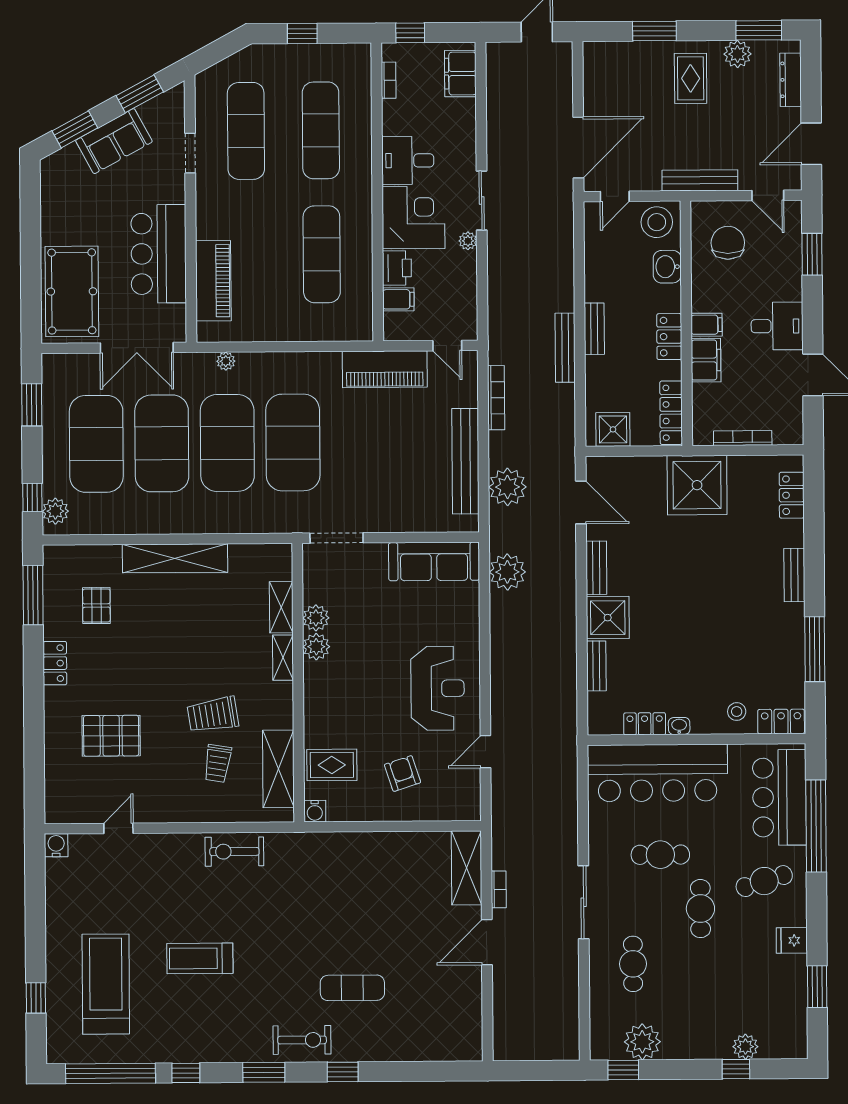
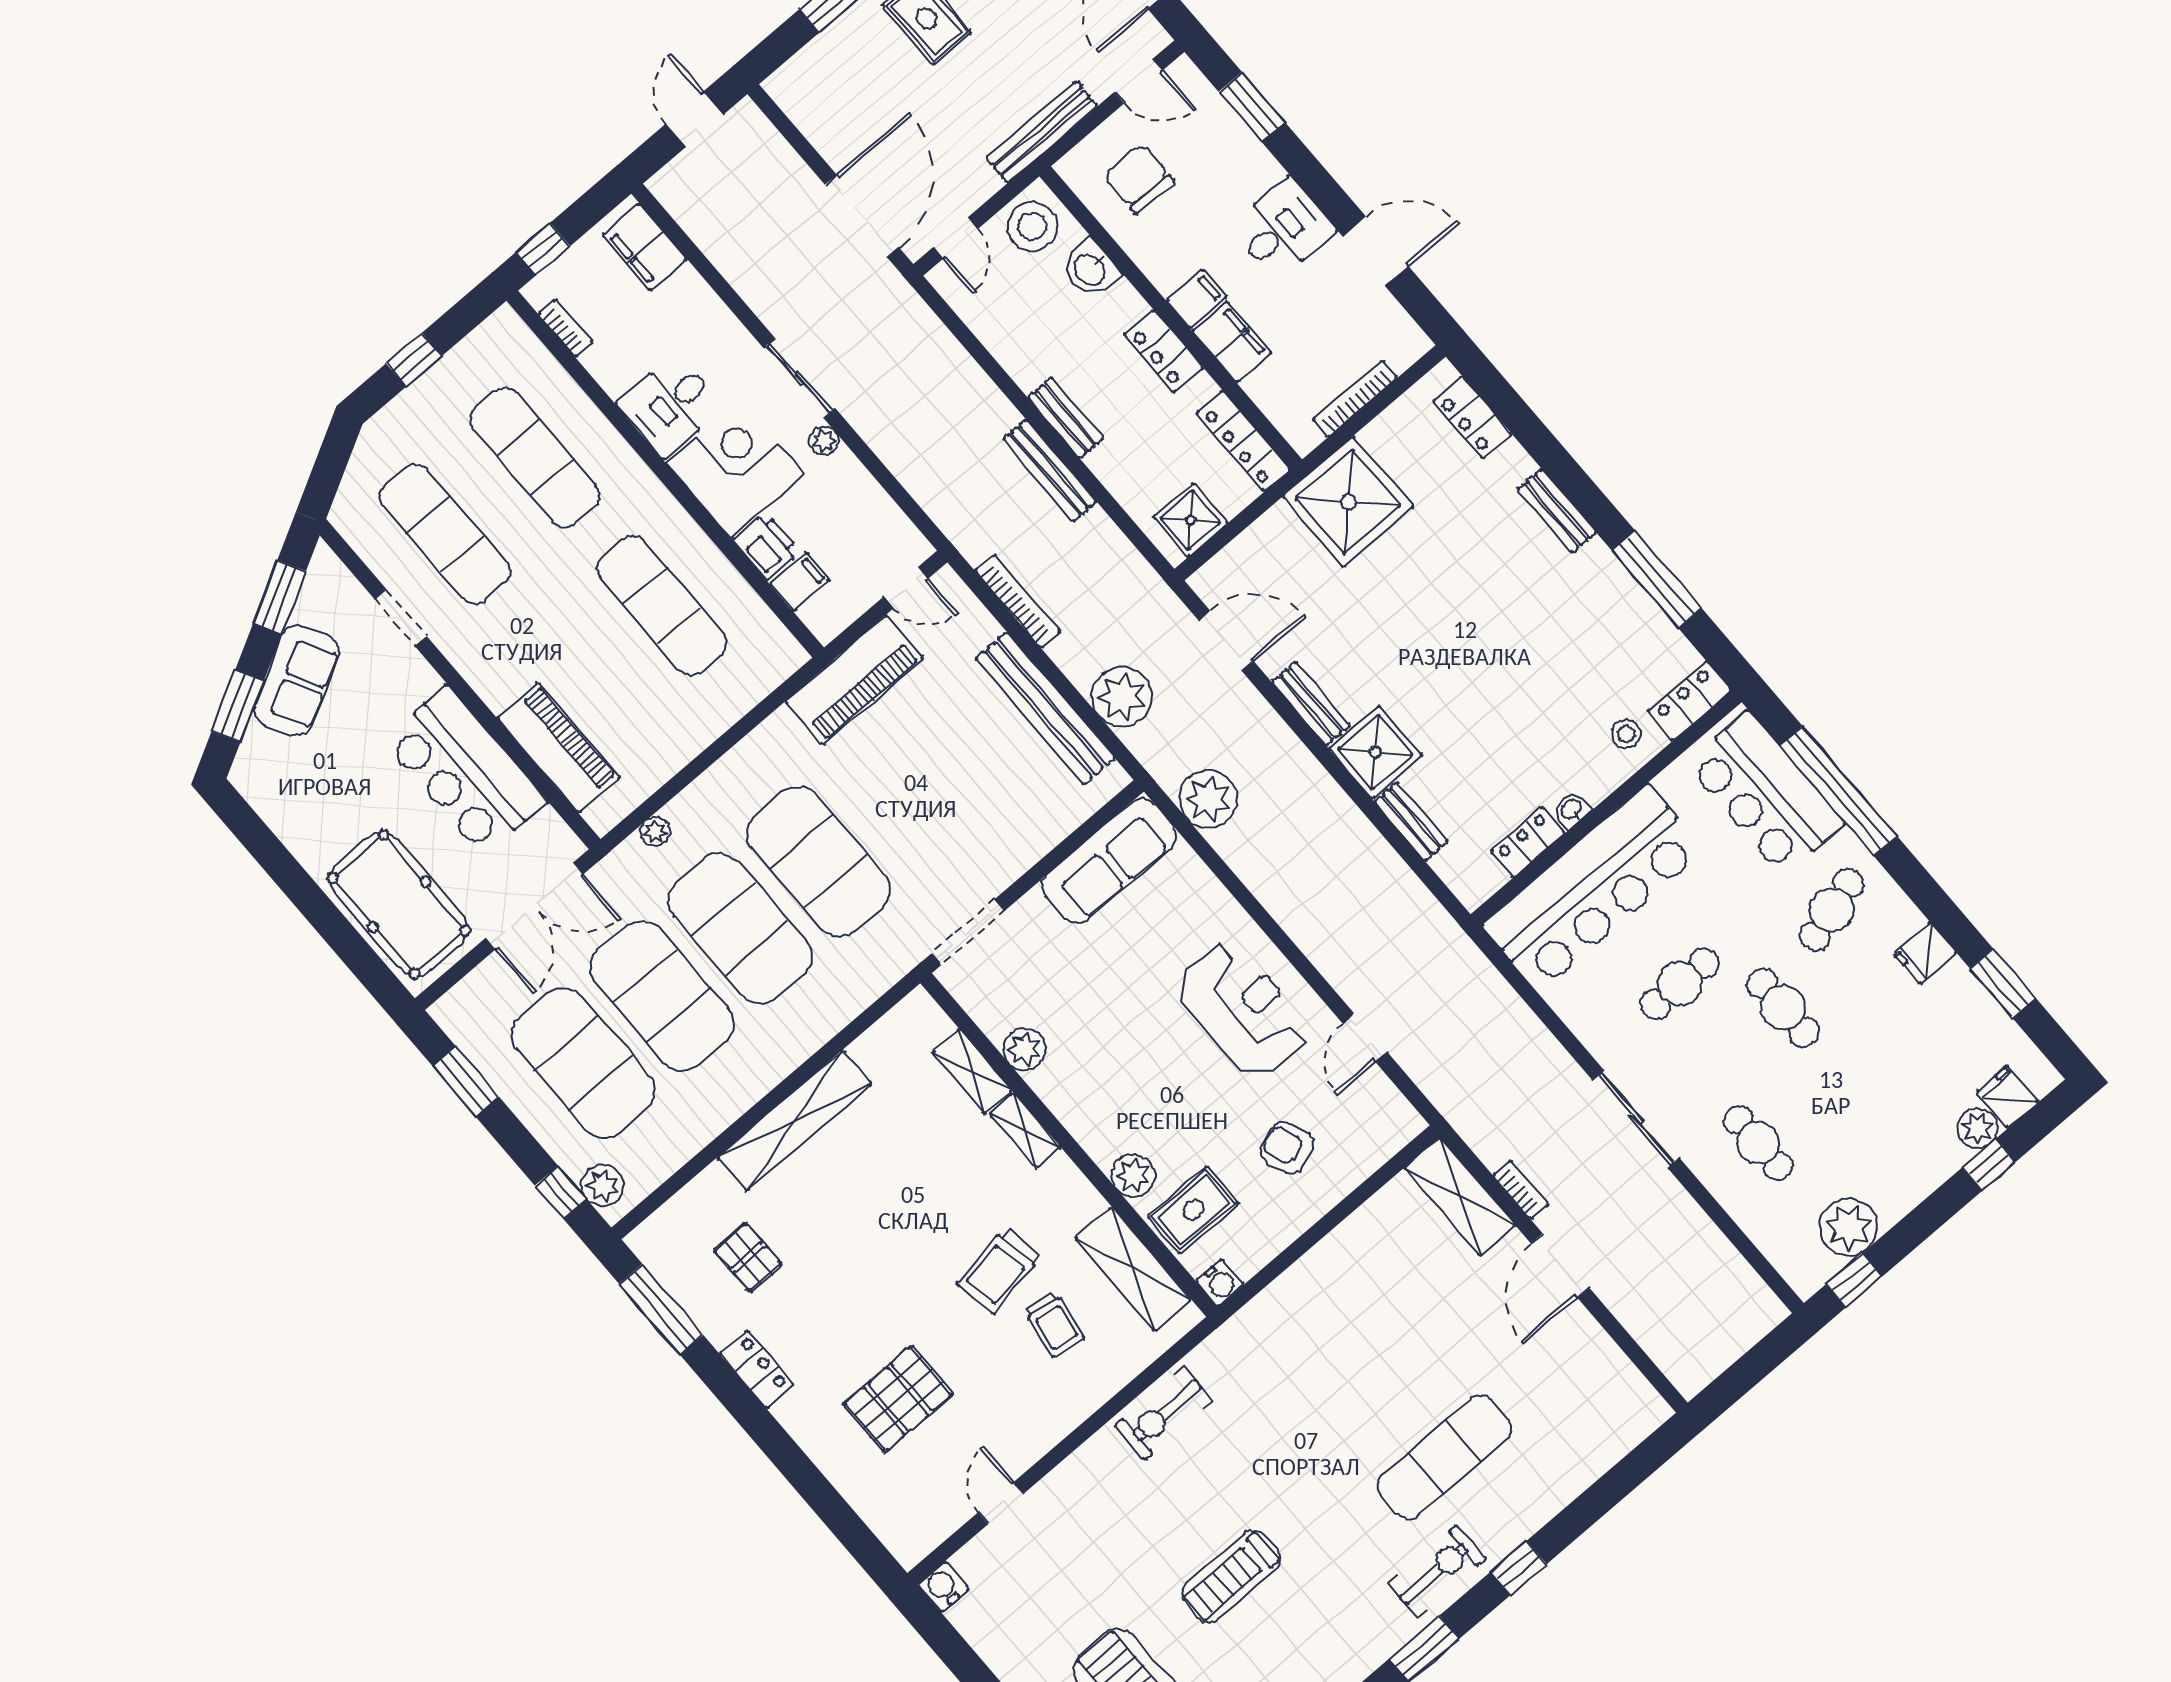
plant: (316, 647) -> (1133, 1176), moved
exercise mat: (352, 988) -> (1445, 1457), width x1.36, depth x1.45
fridge: (773, 1044) -> (2008, 1097), added

